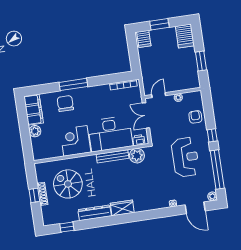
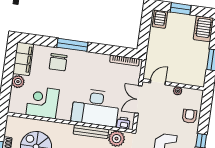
chair: (65, 104) -> (58, 62), turned 180
corner desk: (75, 141) -> (43, 102), moved

